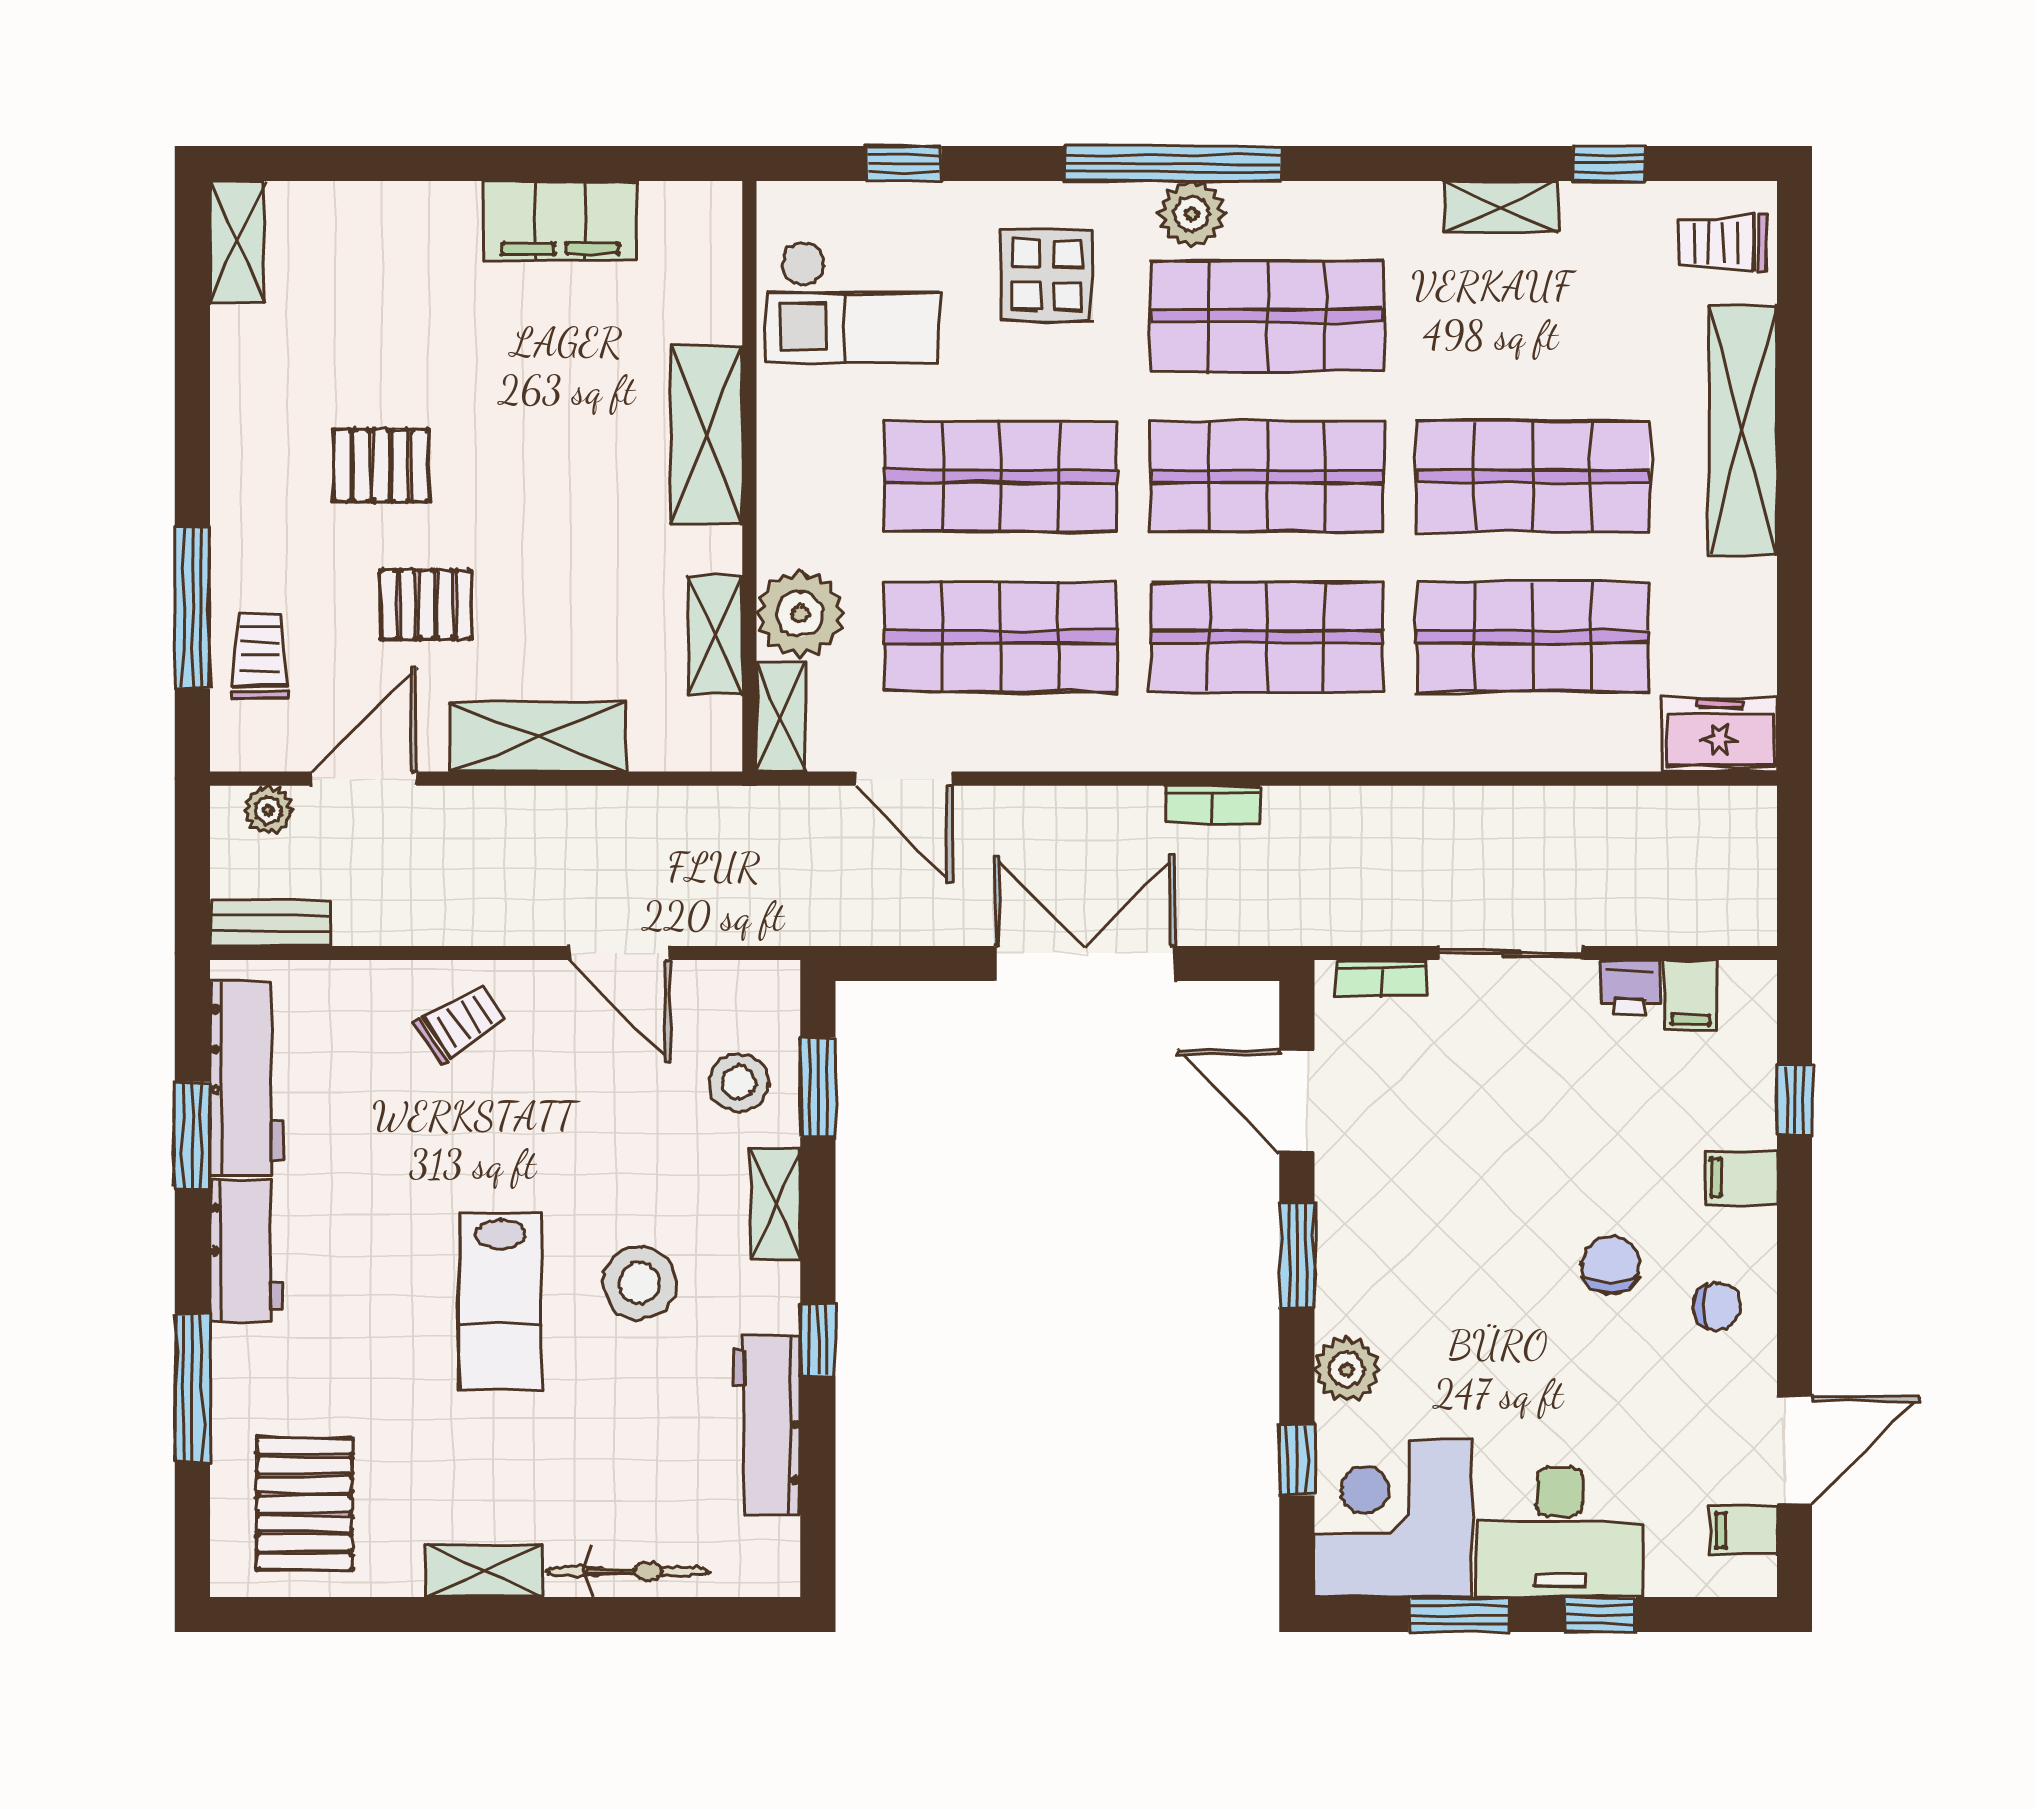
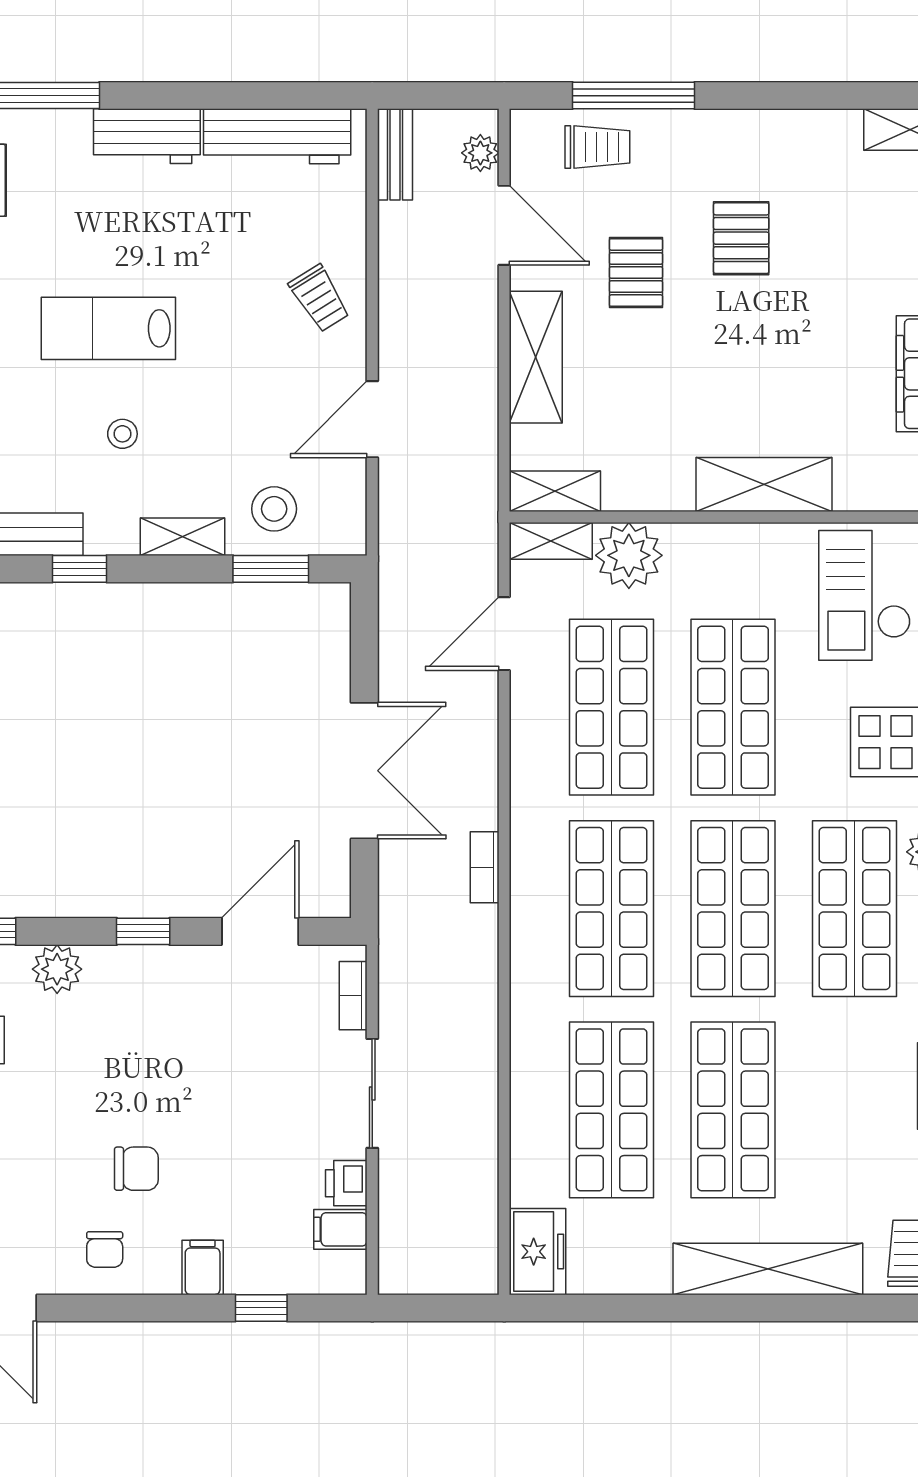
shelving: (715, 635) -> (555, 491), moved
window: (192, 1135) -> (234, 96), removed
window: (1297, 1256) -> (143, 931), width x0.67
stool: (639, 1283) -> (122, 434), width x0.53, depth x0.53

